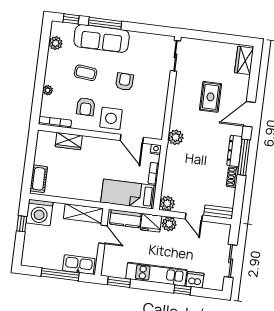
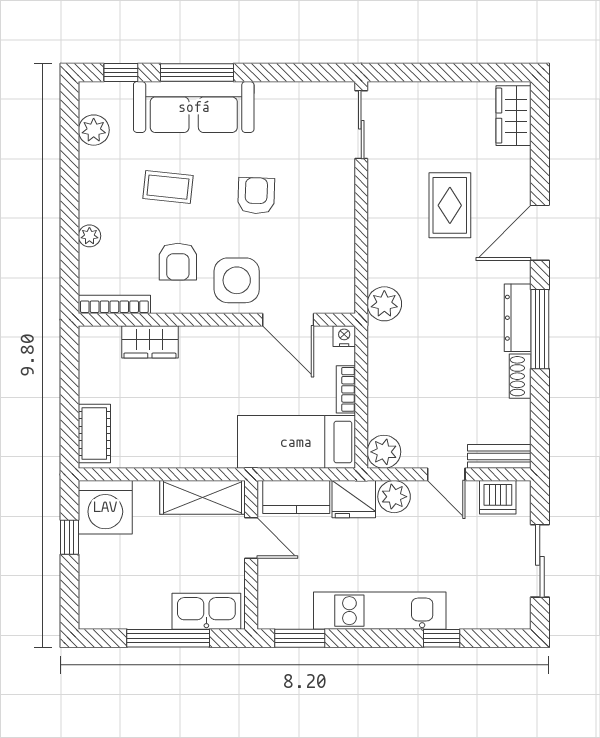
dishwasher: (195, 280) -> (498, 497), moved, turned 180

